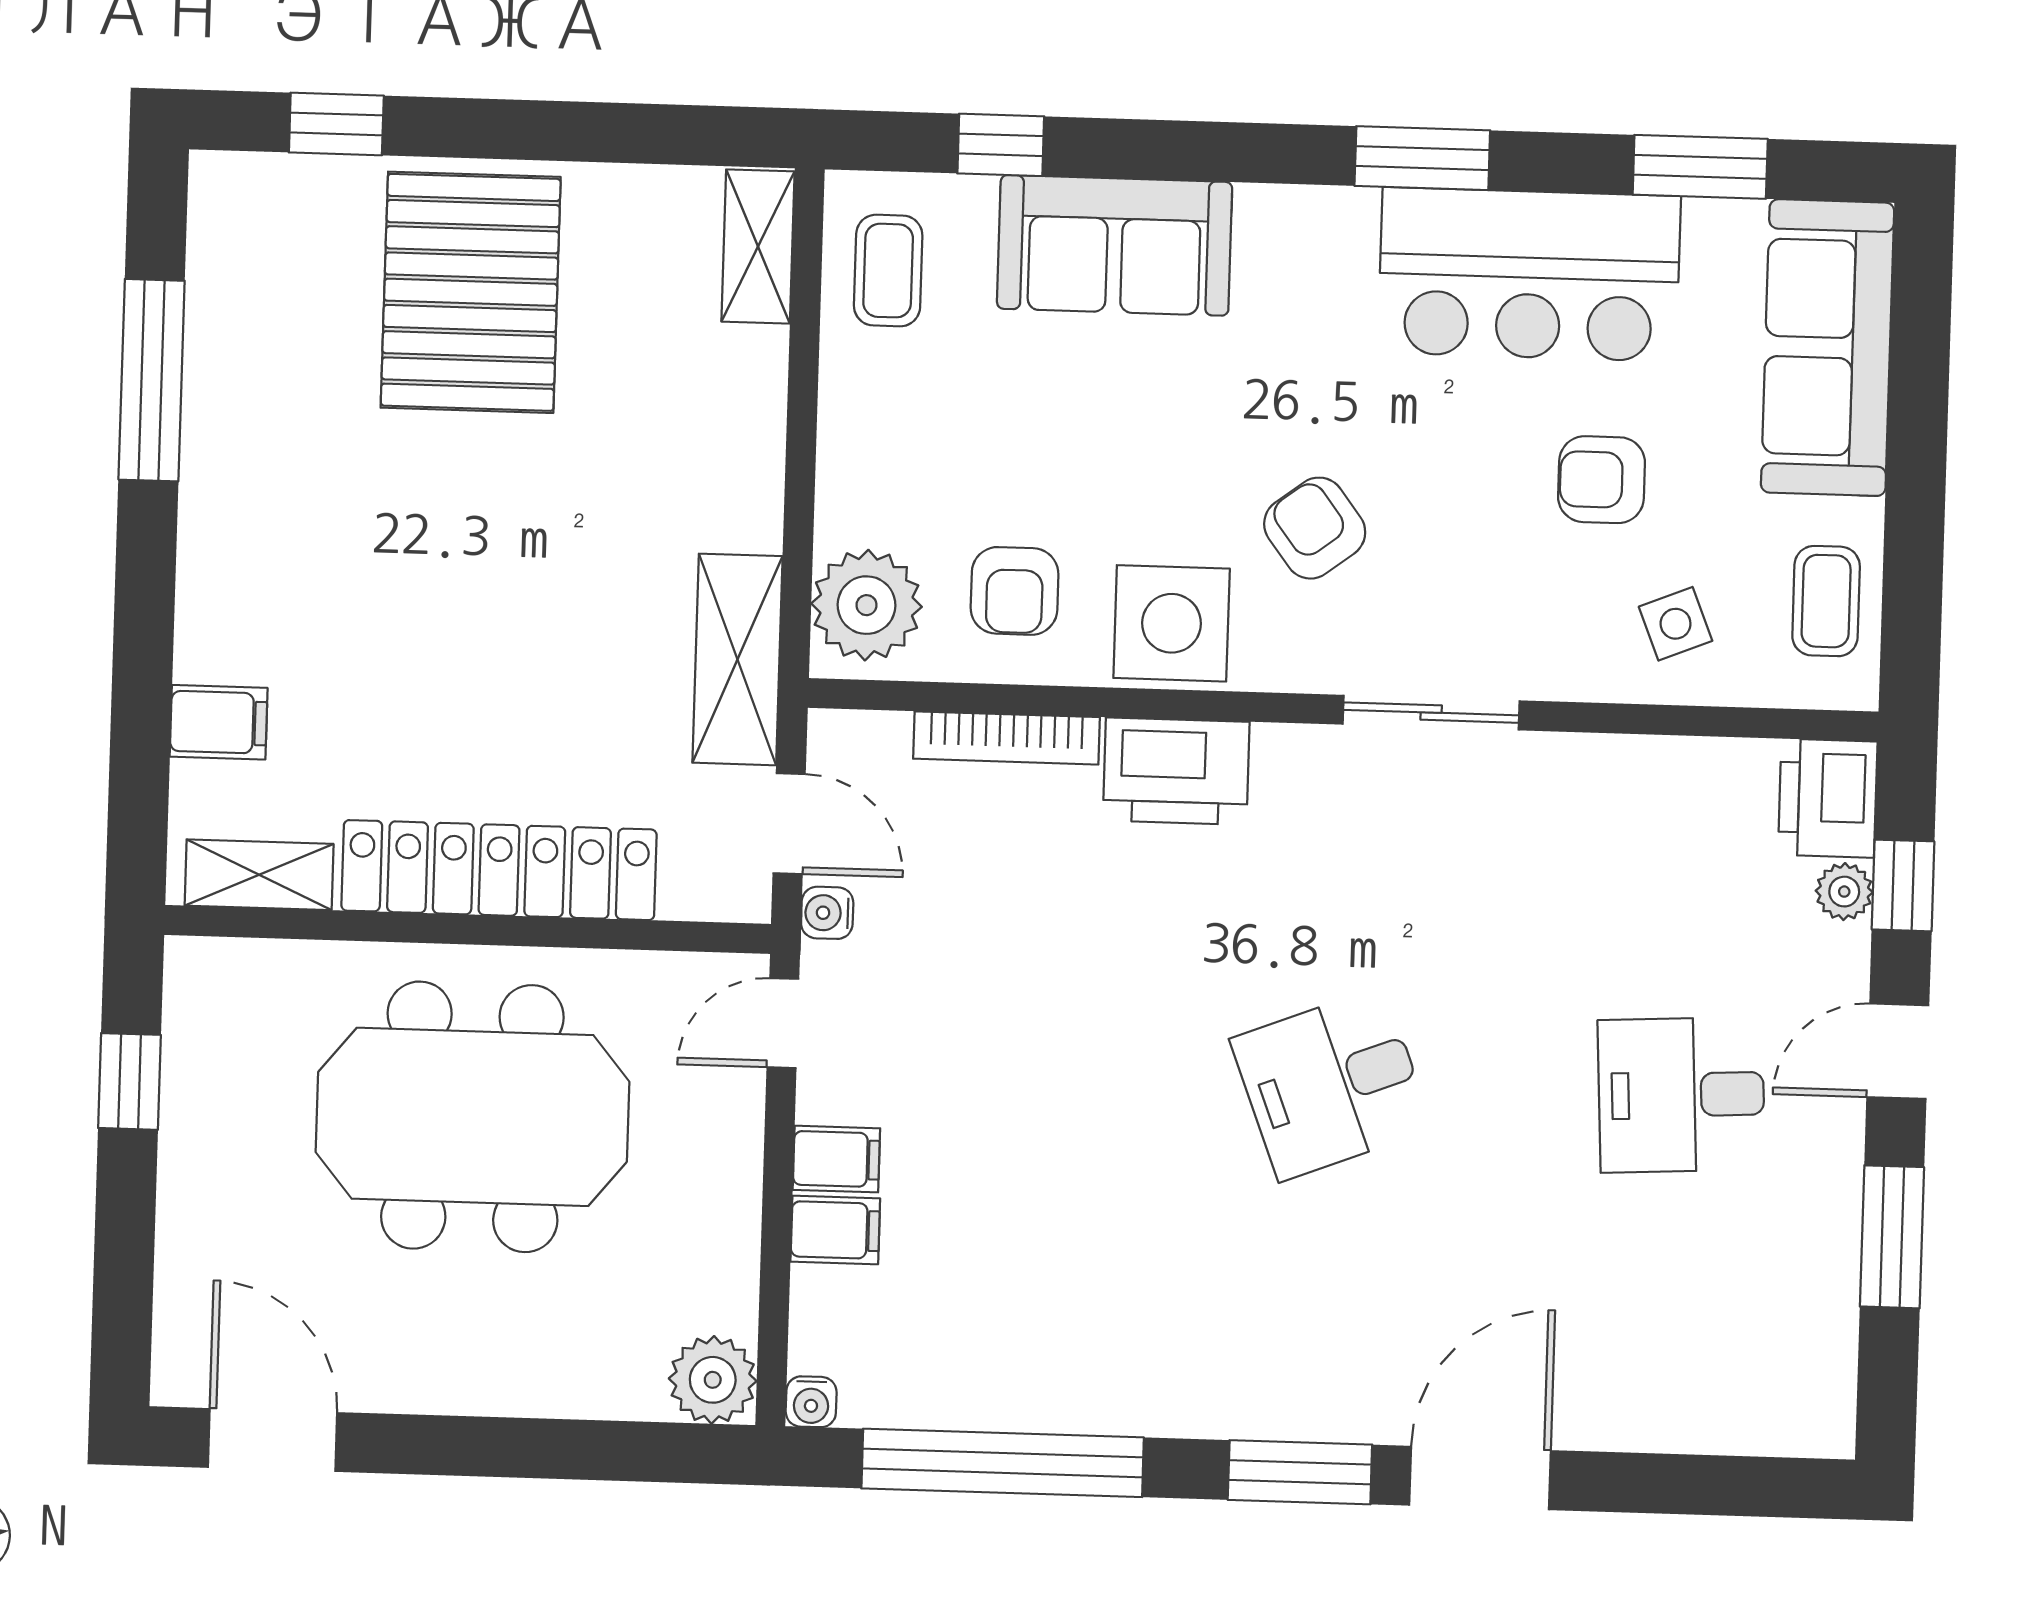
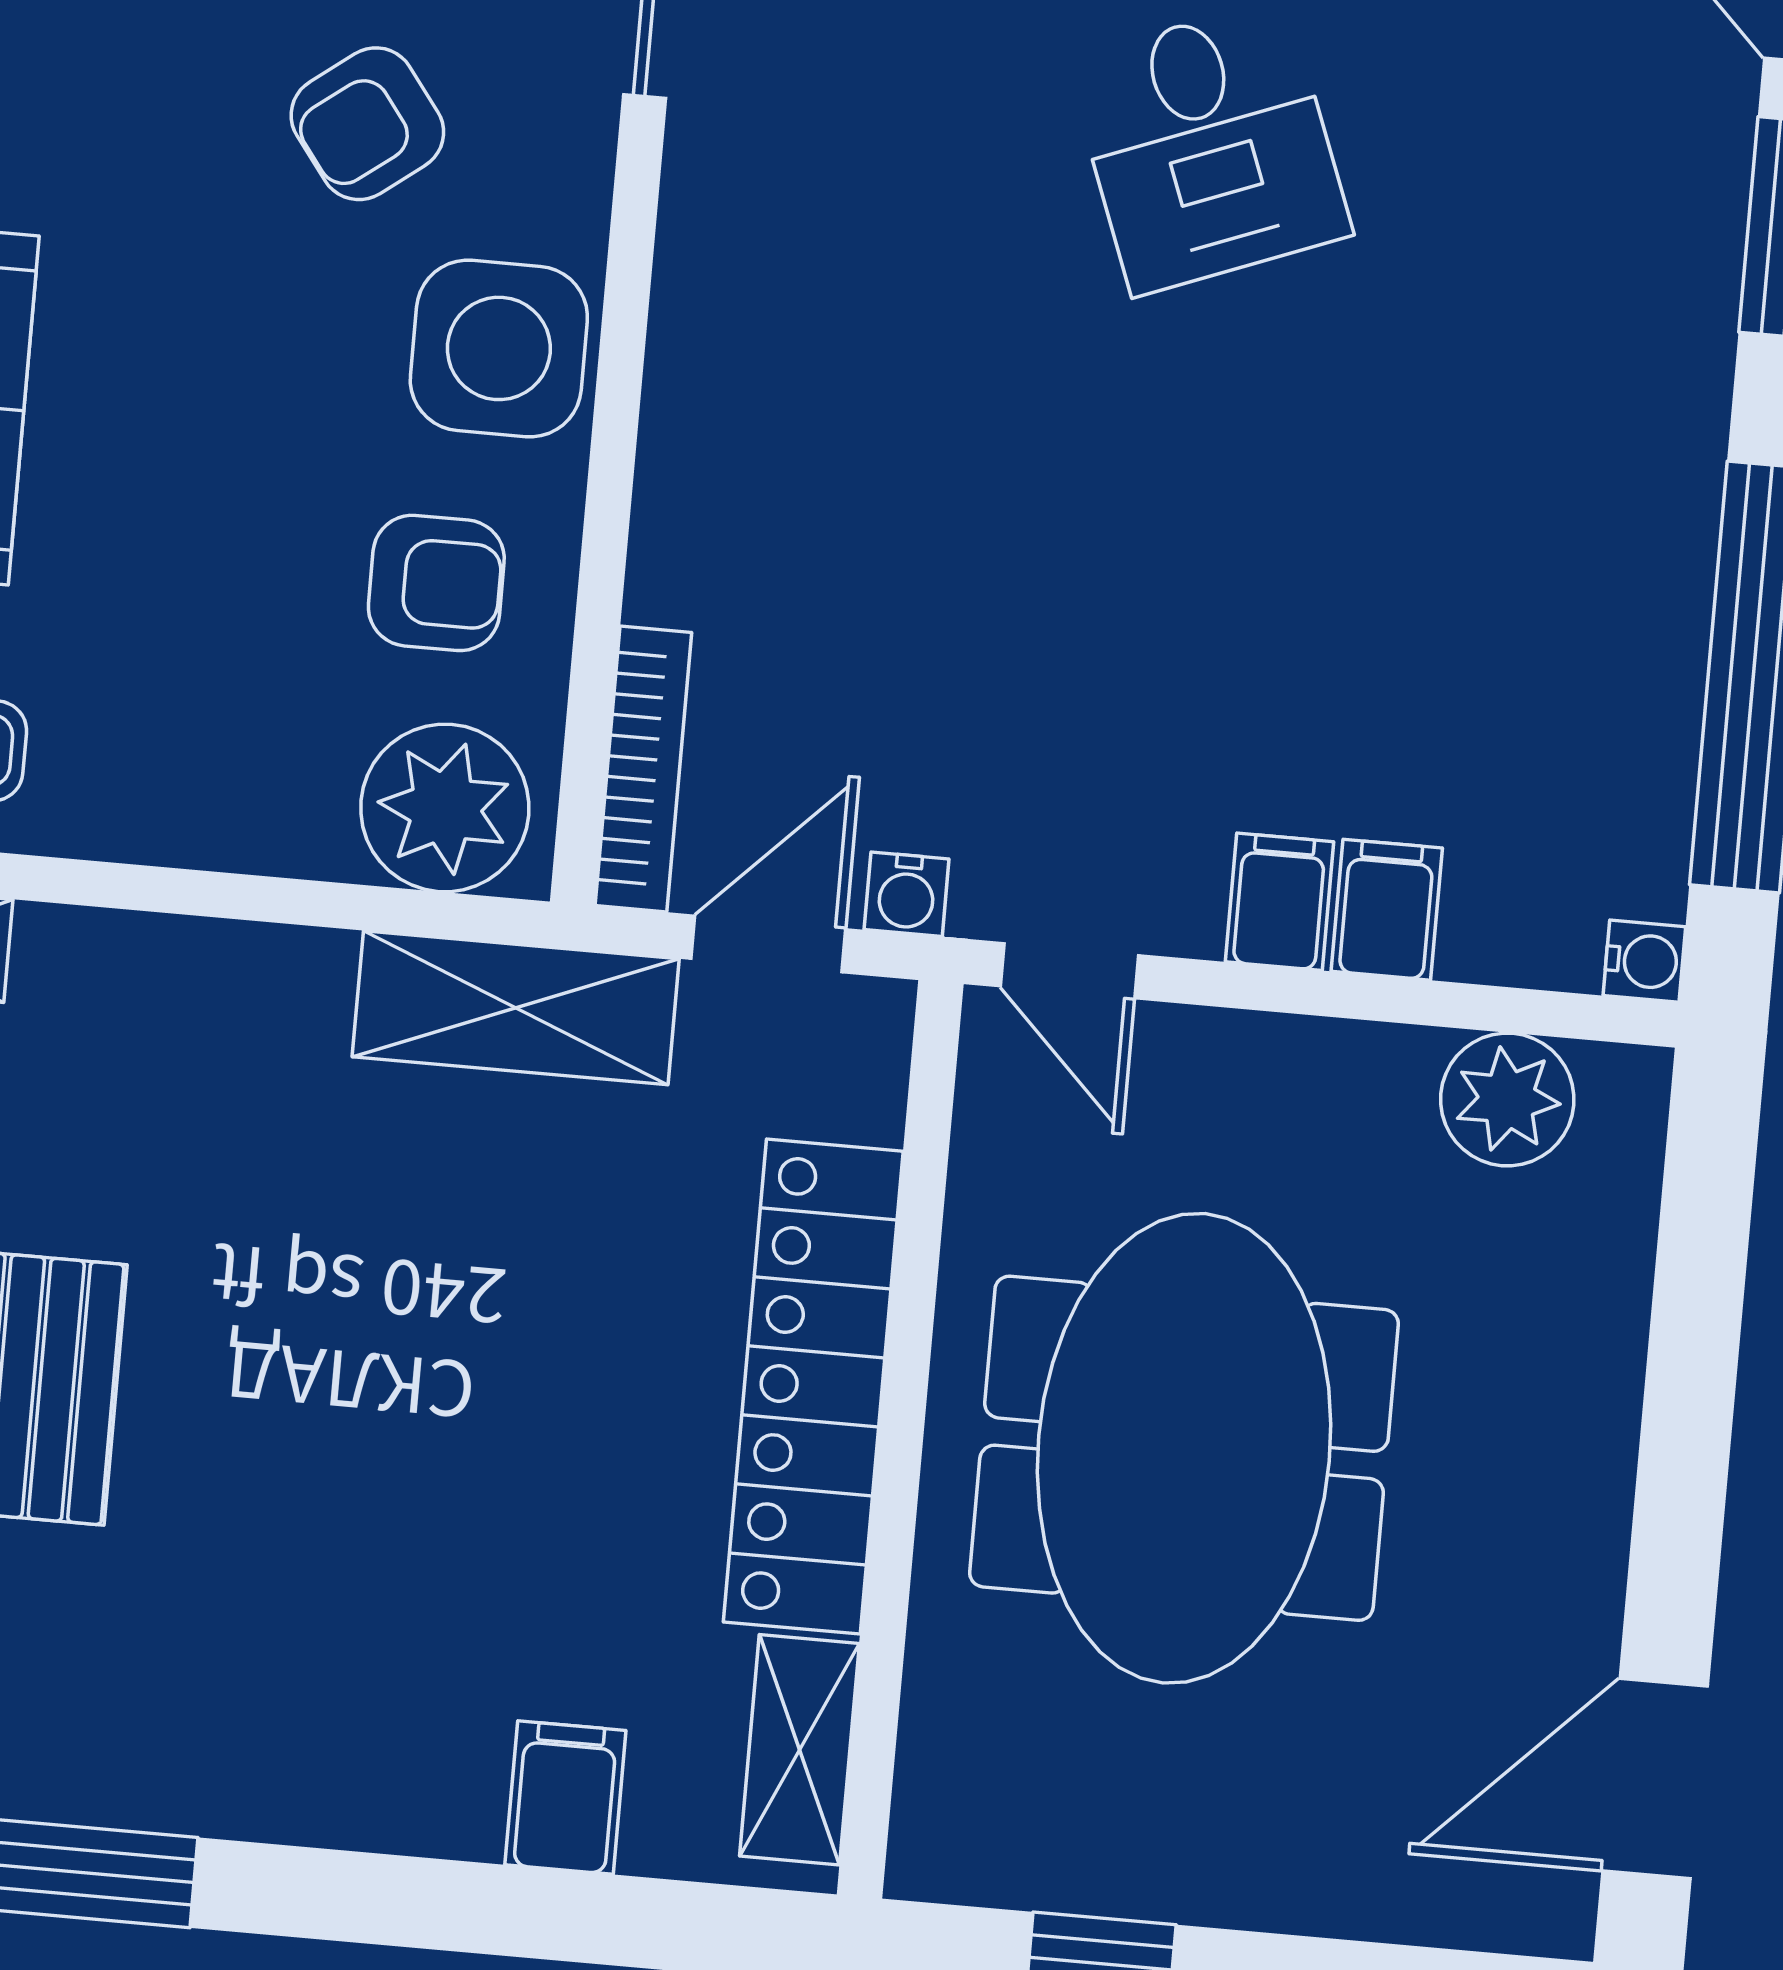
bookcase: (1007, 738) -> (643, 769), moved
printer: (1176, 771) -> (723, 354), removed
plant: (713, 1380) -> (1507, 1099), moved

